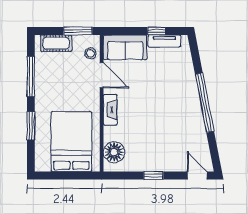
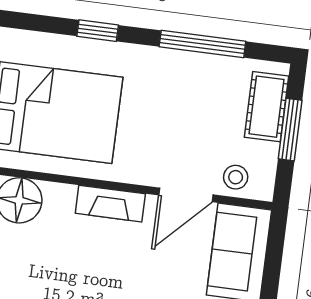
window: (78, 31) -> (290, 130), moved
window: (31, 126) -> (98, 31), width x0.67

